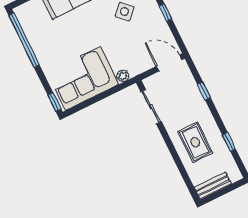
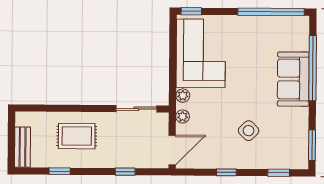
plant: (139, 68) -> (183, 116), added
bench: (213, 186) -> (23, 147), moved

